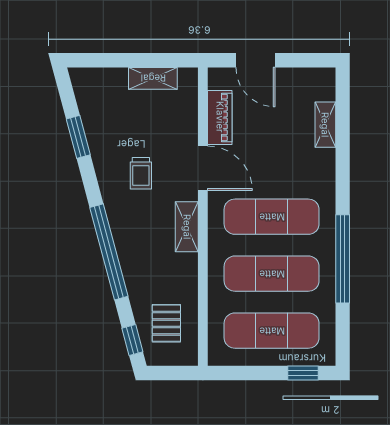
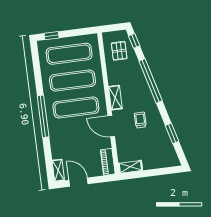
door: (256, 60) -> (79, 182), moved
shelving: (153, 78) -> (130, 167), moved
piano: (220, 117) -> (108, 162), moved
shelving: (325, 125) -> (58, 170), moved
window: (343, 259) -> (43, 116), moved

